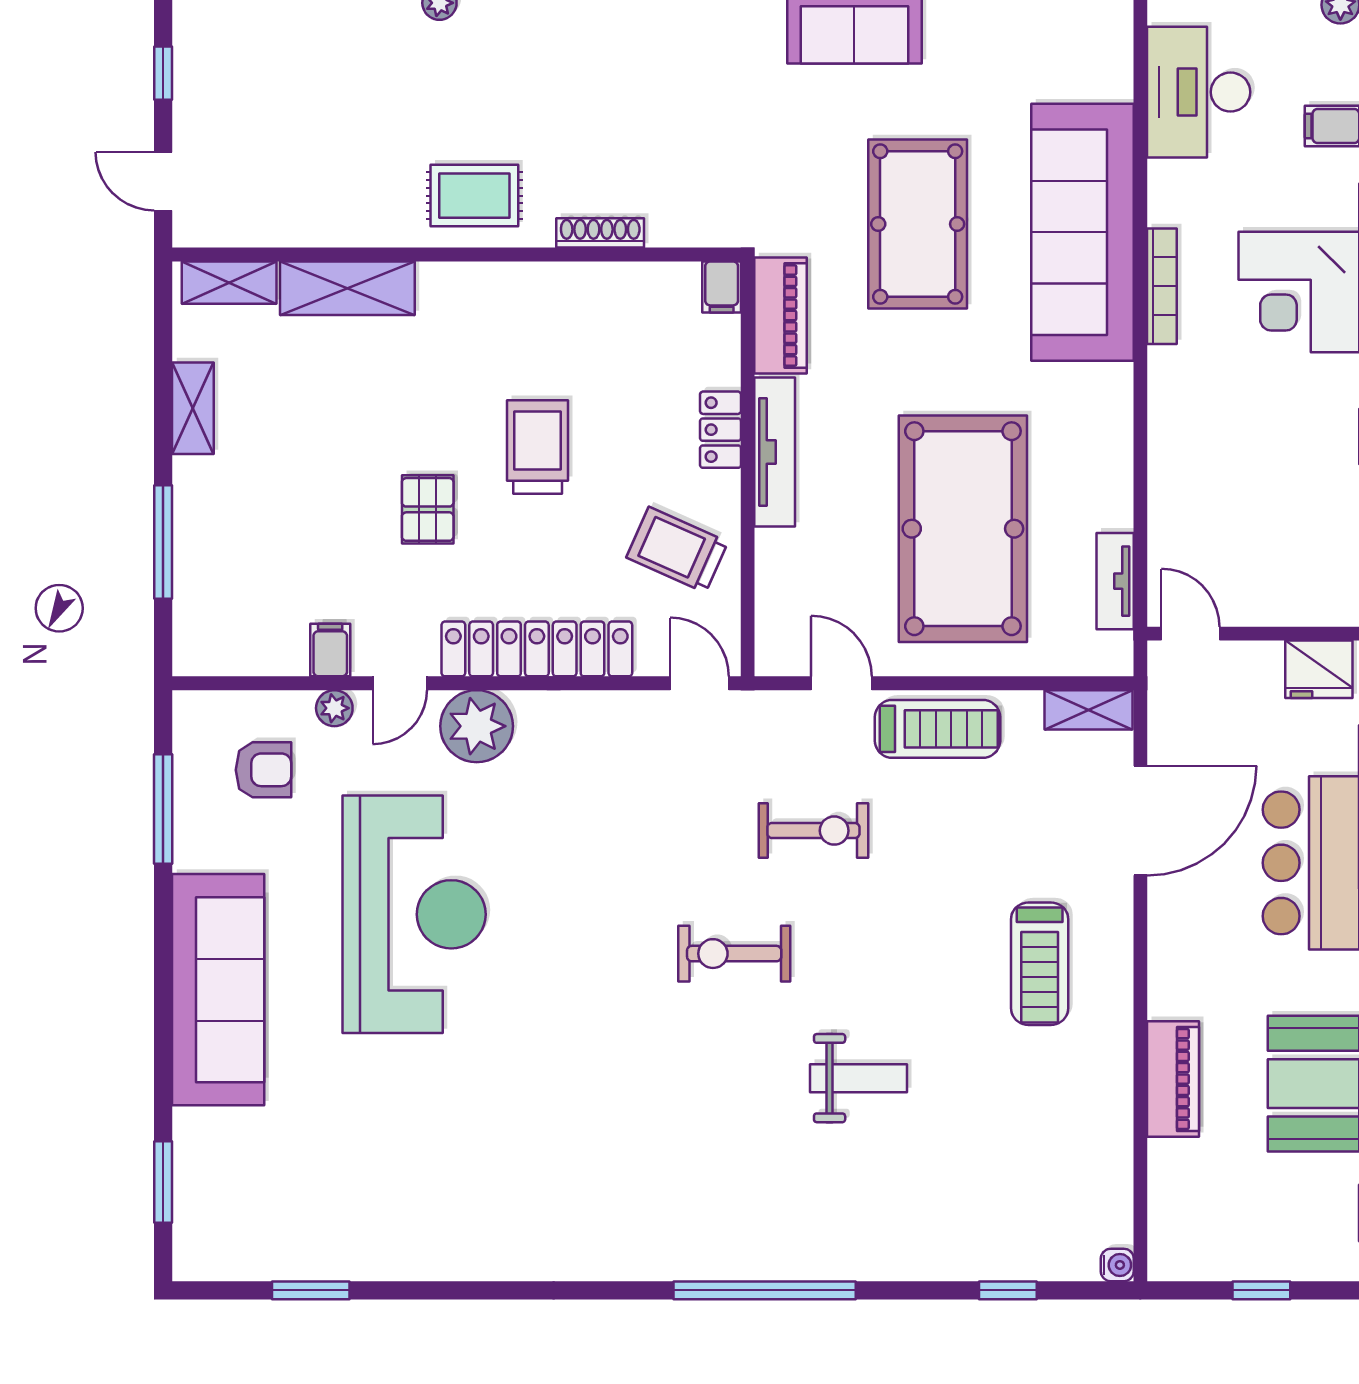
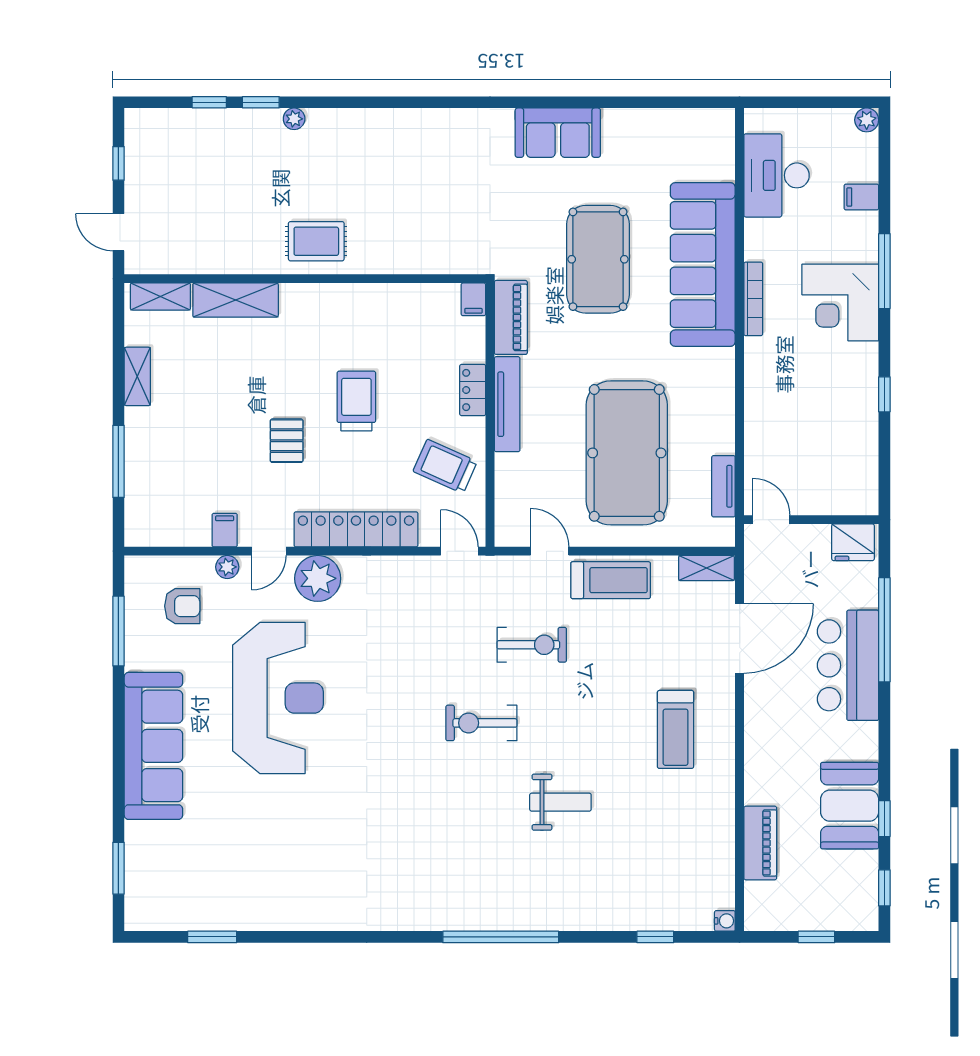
shoe rack: (600, 233) -> (396, 265), removed
piano: (1173, 1079) -> (760, 843), moved

